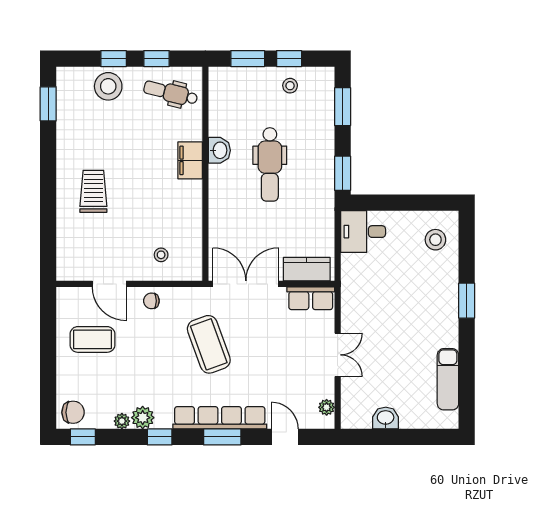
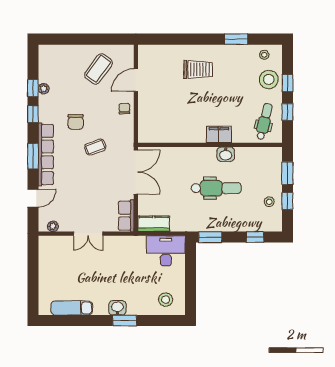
window: (48, 104) -> (236, 39), moved
window: (343, 107) -> (255, 237), width x0.67
dental chair: (270, 164) -> (216, 188), turned 180
desk: (363, 232) -> (166, 251), width x1.37
stool: (161, 255) -> (264, 55), moved
kitchen counter: (307, 269) -> (154, 224), moved, turned -90
coffee table: (92, 339) -> (98, 69), turned 36
coffee table: (209, 344) -> (95, 147), width x0.54, depth x0.58
chair: (73, 412) -> (76, 122), moved
plant: (143, 418) -> (46, 103), removed
washbasin: (386, 418) -> (117, 308), moved, turned -90
window: (83, 437) -> (33, 88), moved

